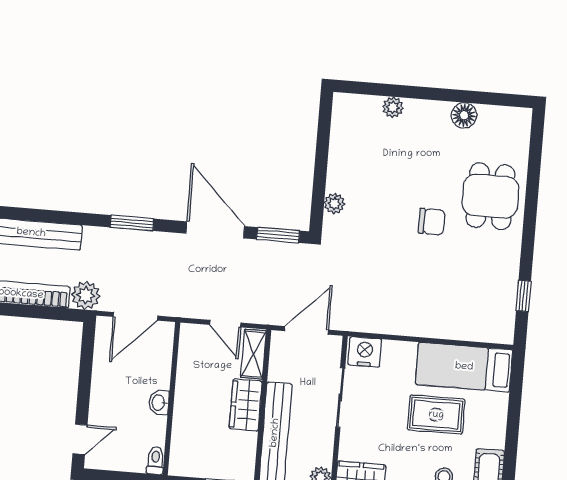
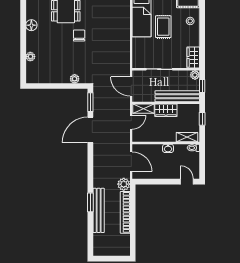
window: (132, 223) -> (90, 202), moved
nightstand: (365, 352) -> (138, 60), removed
shelving: (181, 448) -> (187, 137), added

